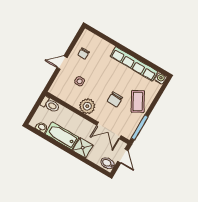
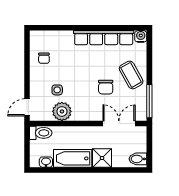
door: (62, 63) -> (27, 107), moved
plant: (87, 106) -> (62, 111), moved
double door: (109, 131) -> (119, 124), swing flipped
door: (123, 156) -> (149, 142), removed

